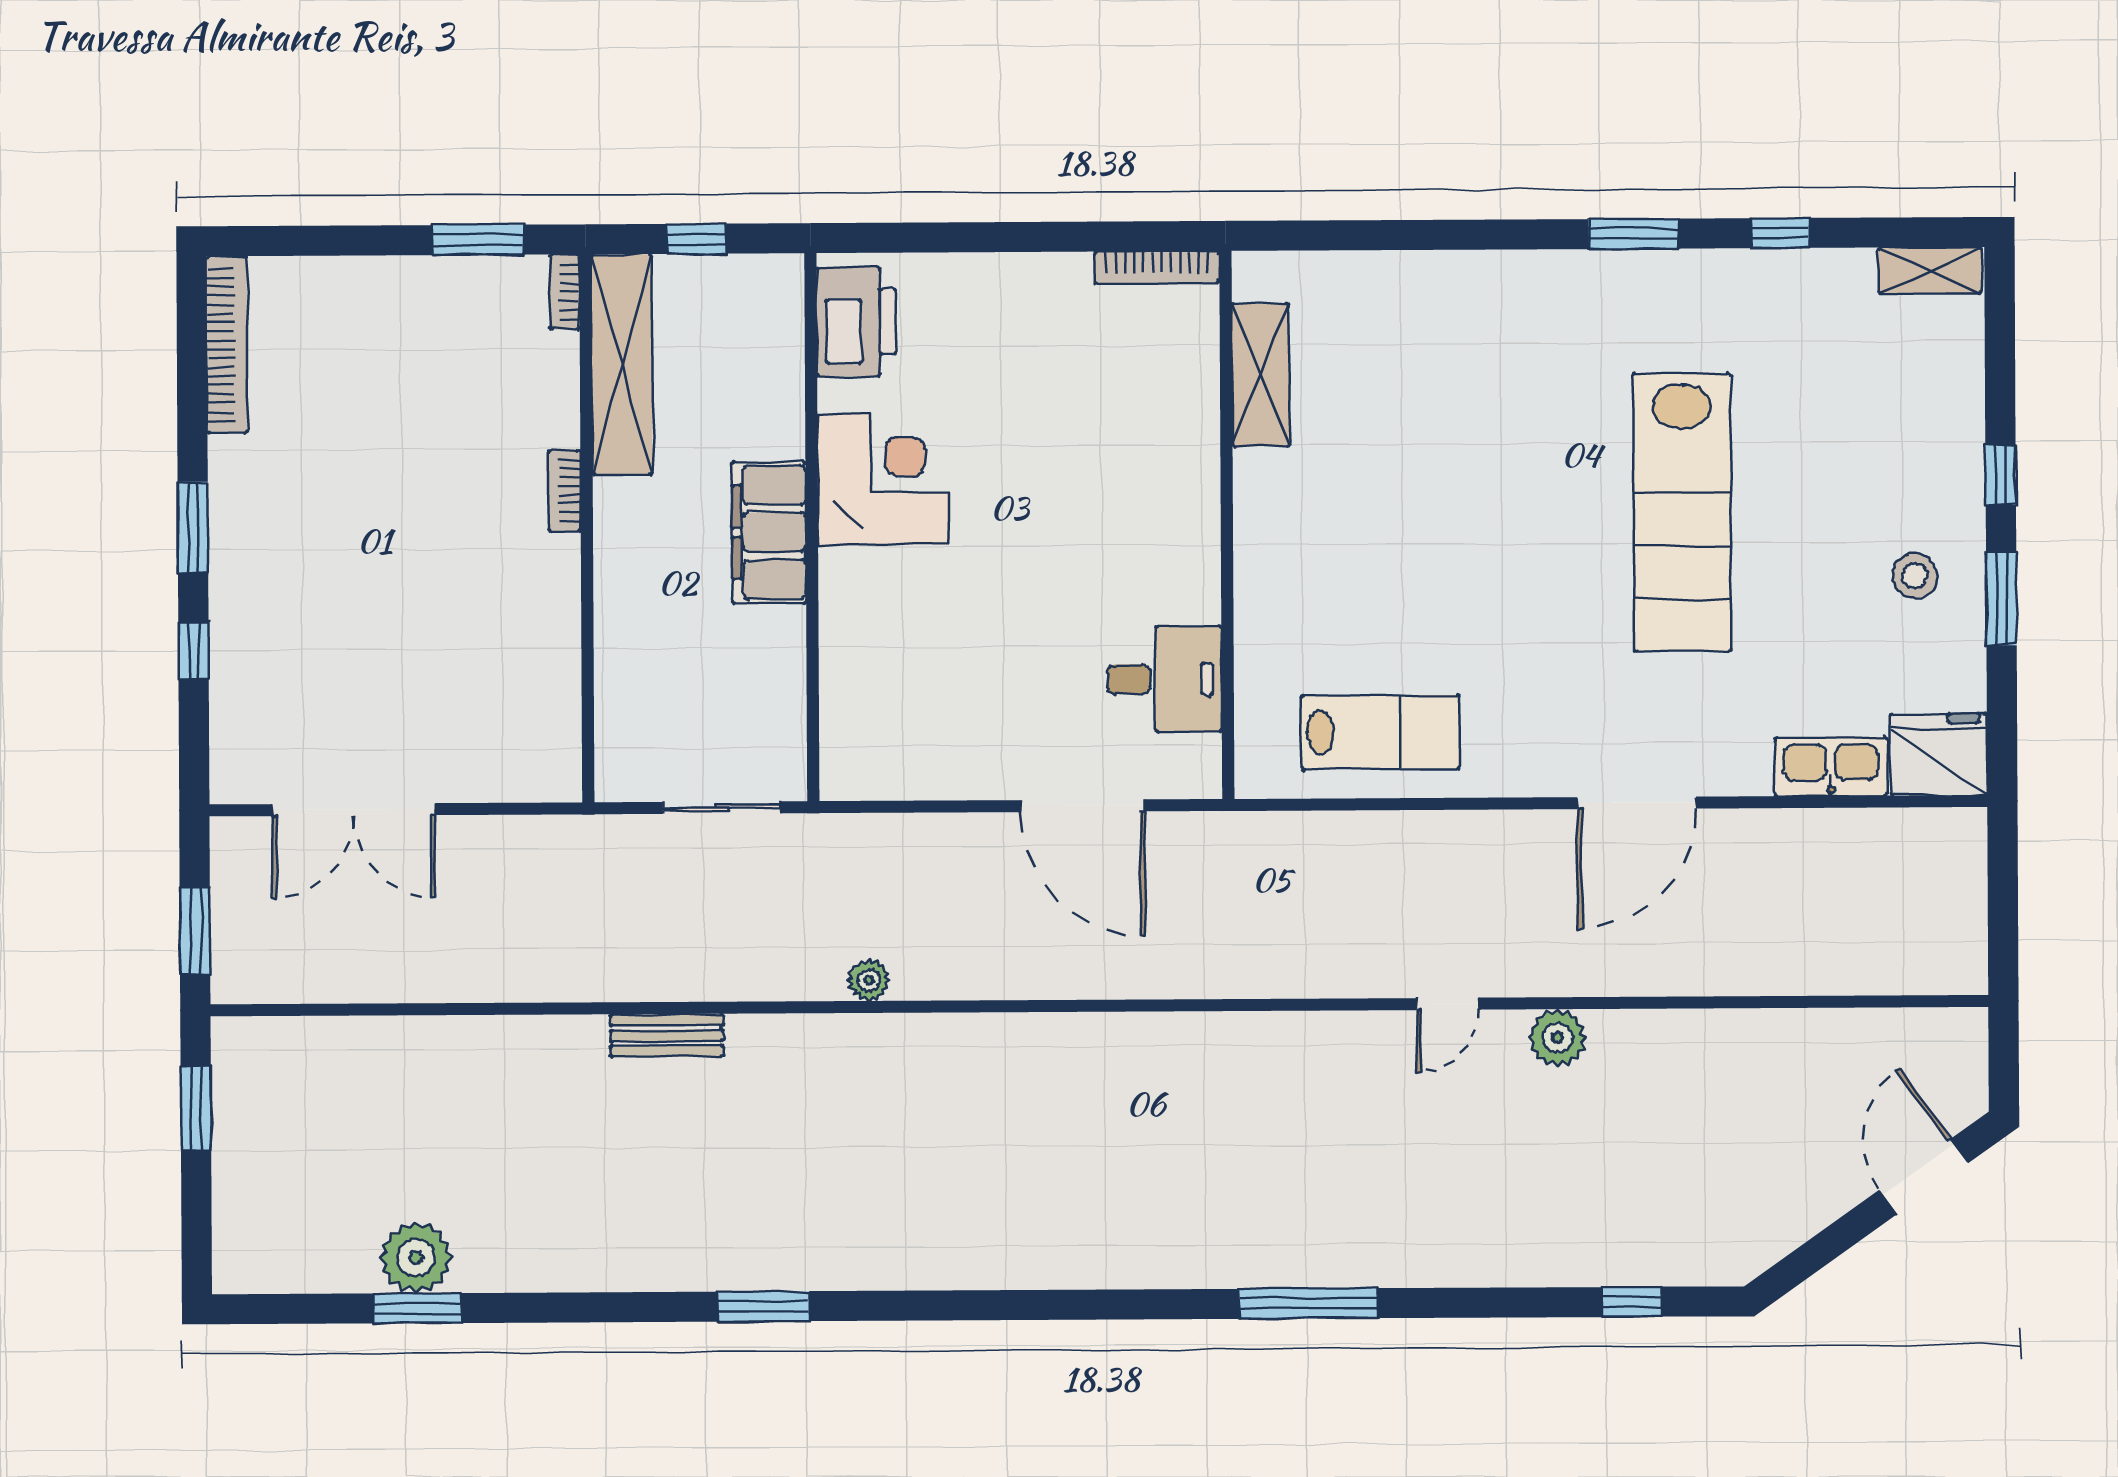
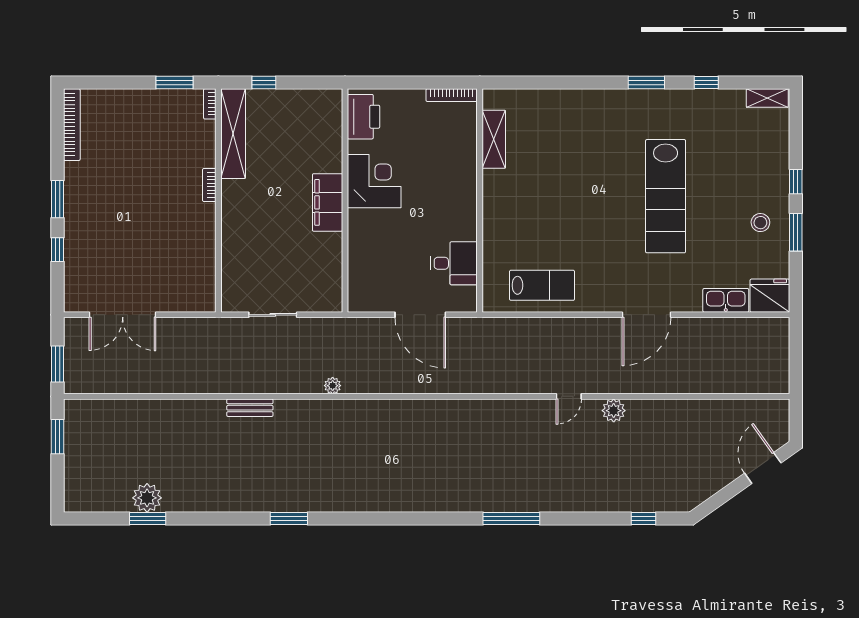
printer: (856, 322) -> (363, 117), moved
corner desk: (883, 479) -> (374, 181), moved
wall: (812, 527) -> (345, 200), moved
filing cabinet: (769, 532) -> (328, 202), moved

